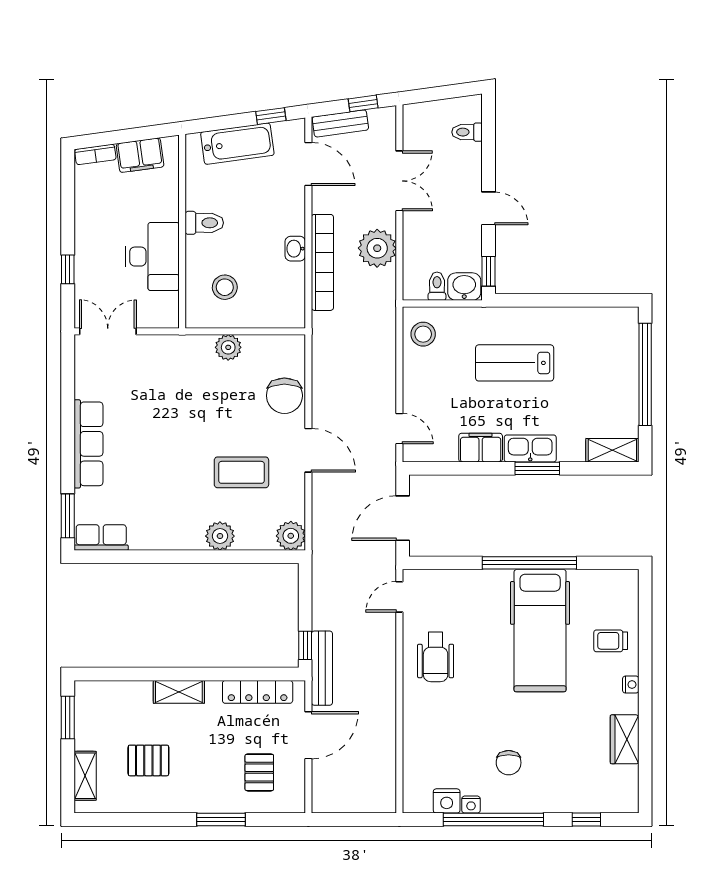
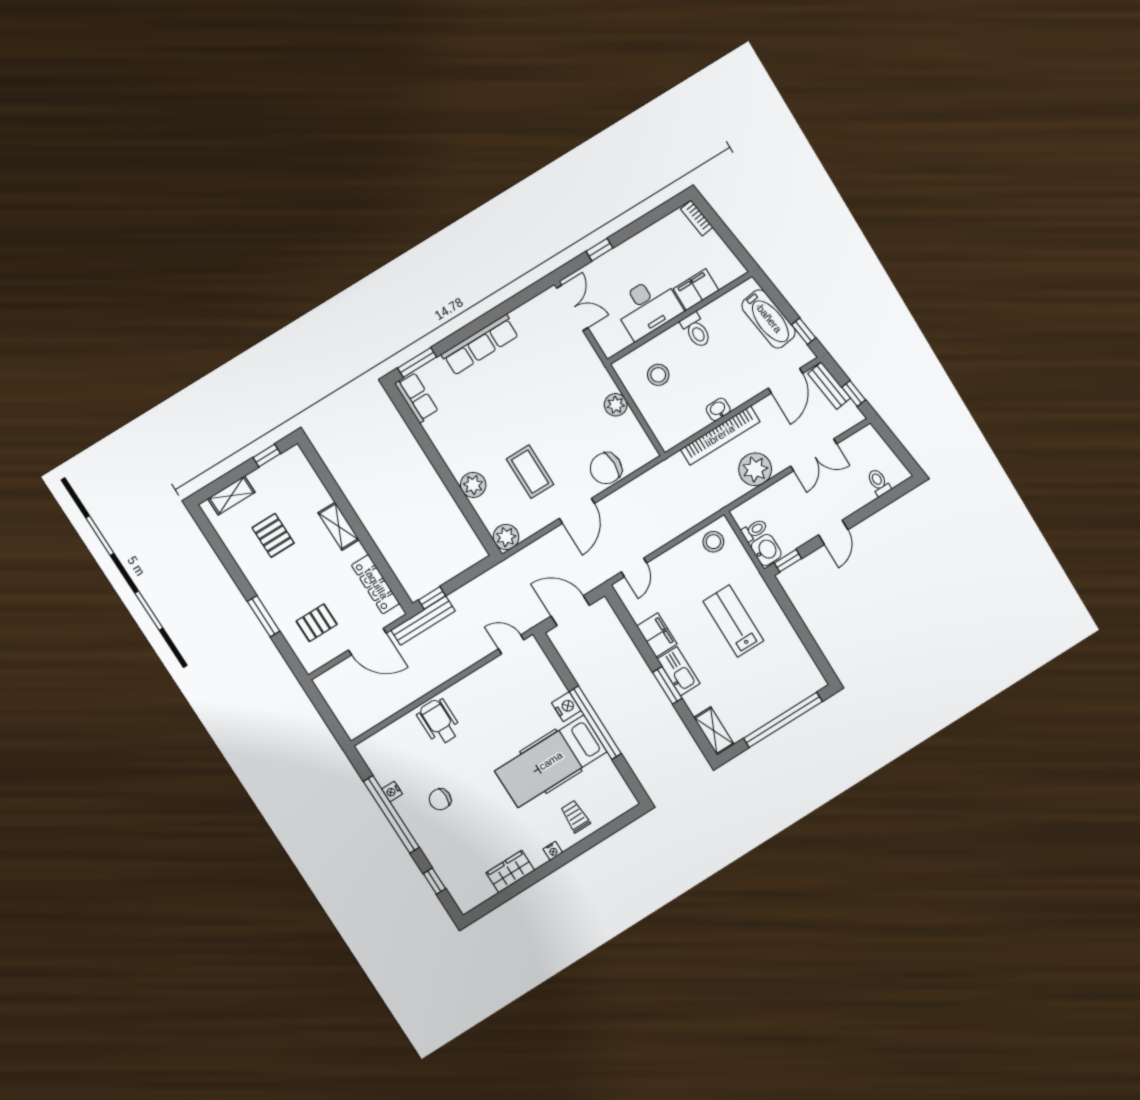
filing cabinet: (140, 155) -> (696, 289), moved, turned 98
wheelchair: (436, 657) -> (439, 722), moved, turned 90
window: (68, 717) -> (267, 455), width x0.67
nightstand: (447, 801) -> (566, 707), moved, turned 180

